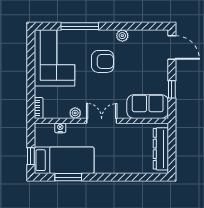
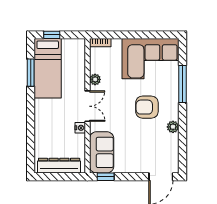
armchair: (103, 61) -> (147, 107), turned 90
window: (172, 89) -> (106, 177), moved
nightstand: (60, 128) -> (80, 128), moved

